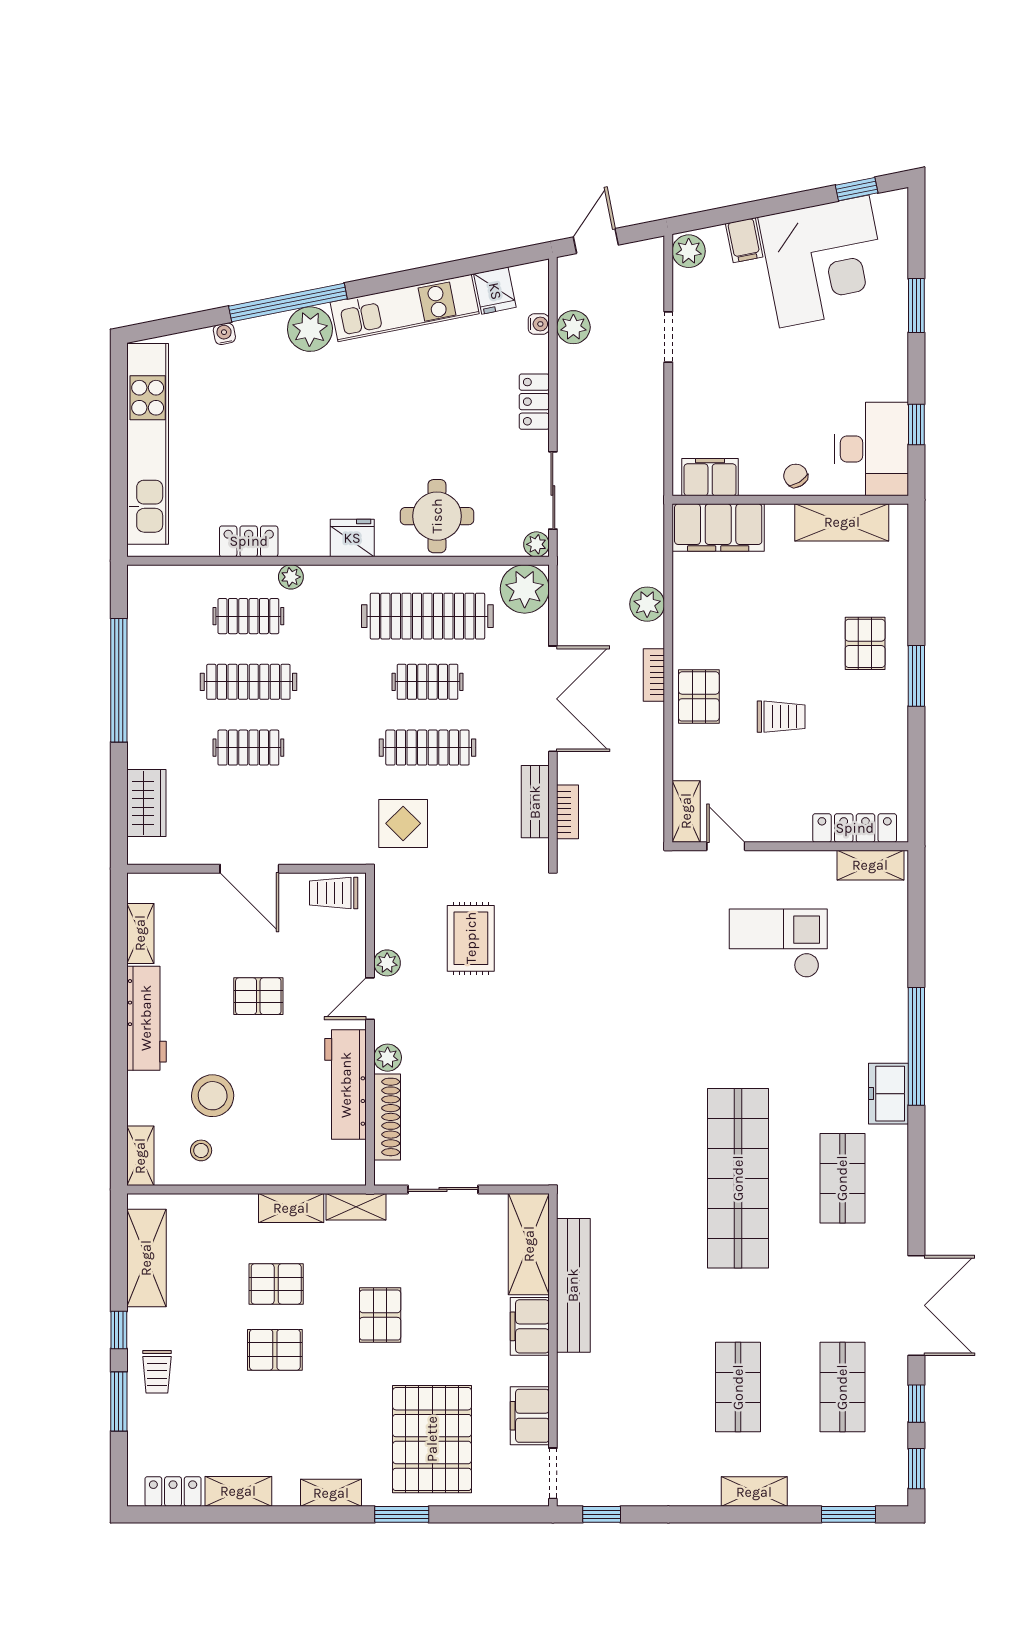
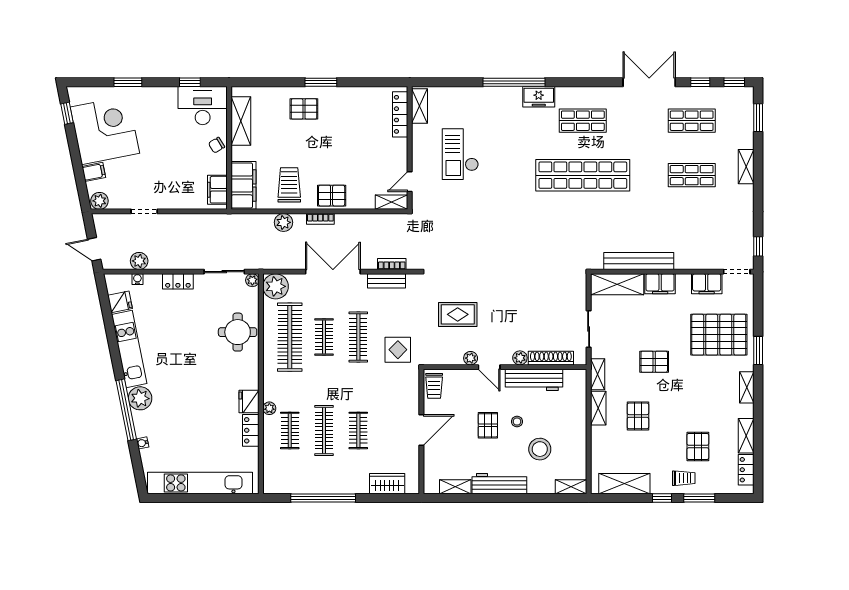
fridge: (352, 538) -> (249, 402), moved
trolley: (781, 717) -> (289, 185), moved, width x1.36, depth x1.39
stool: (201, 1150) -> (517, 422), moved
pallet: (275, 1350) -> (698, 446), moved

